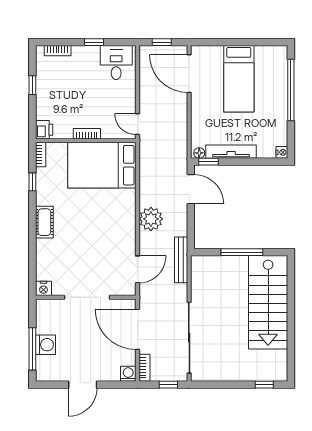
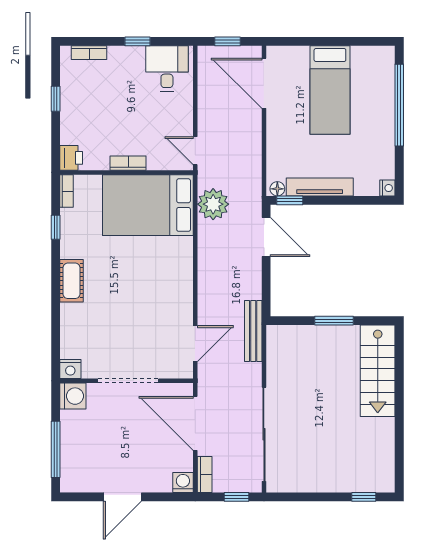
plant: (151, 219) -> (213, 204), moved
window: (242, 252) -> (334, 321), width x0.69
stairs: (268, 302) -> (378, 371), width x0.73, depth x0.66
washing machine: (45, 345) -> (73, 396), moved

